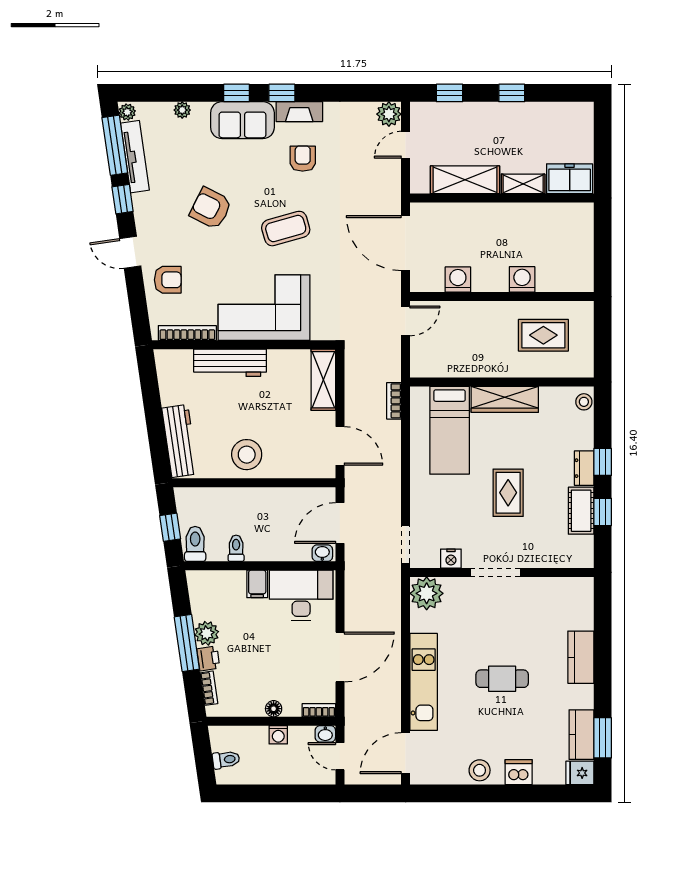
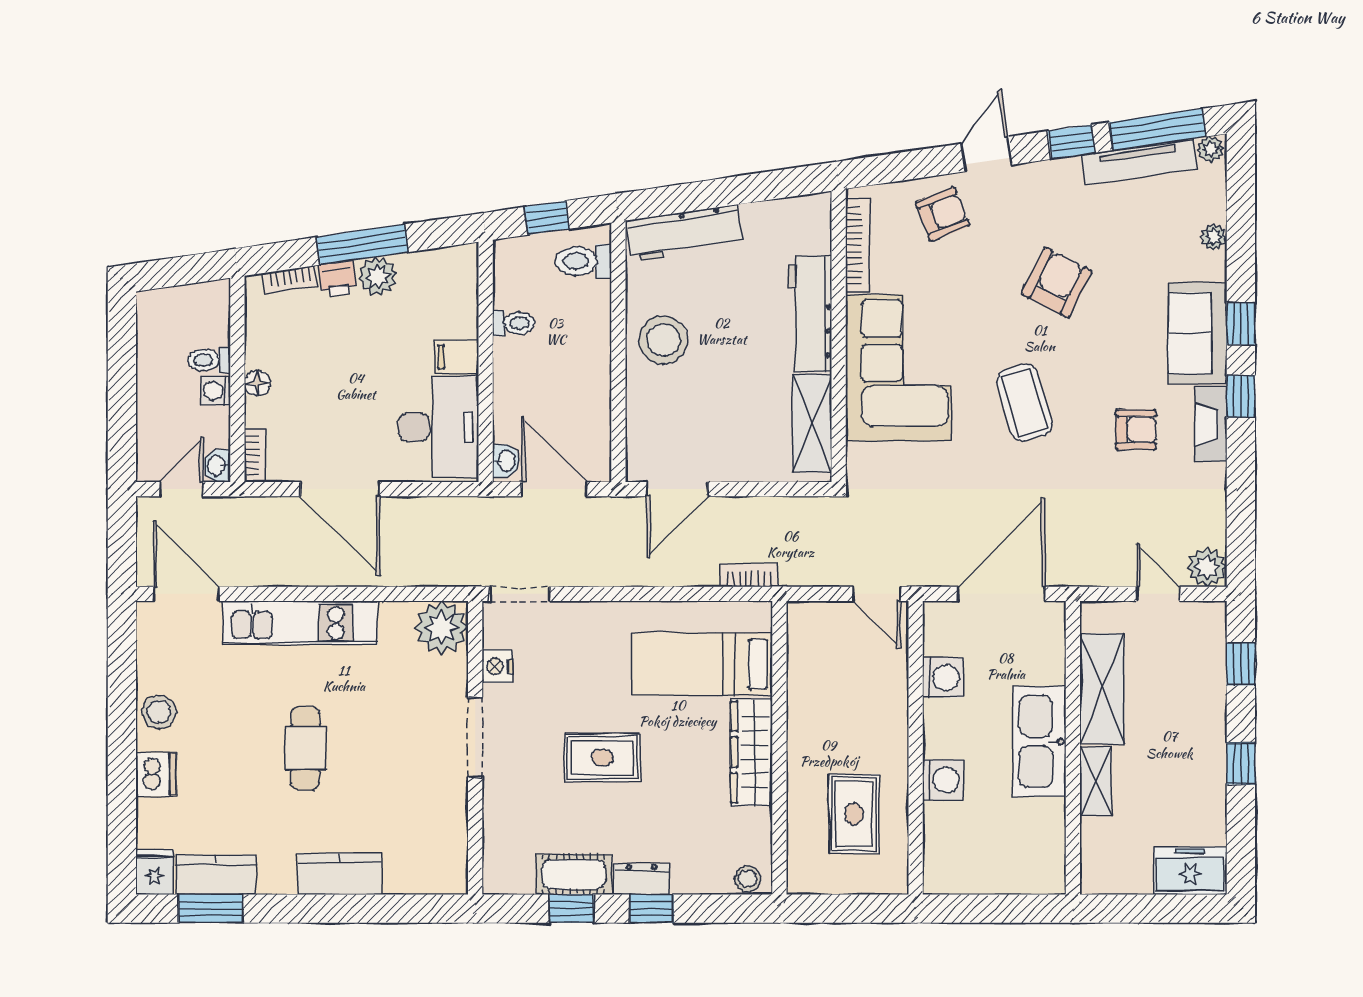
freezer: (570, 179) -> (1190, 871), moved, turned -90
kitchen sink: (498, 219) -> (1040, 742), added
armchair: (168, 280) -> (942, 214), turned -112
shelving: (323, 380) -> (812, 423), moved, turned 90
toilet: (195, 544) -> (583, 261), moved, turned 180
toilet: (226, 760) -> (209, 360), moved, turned 98

